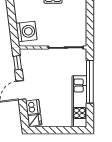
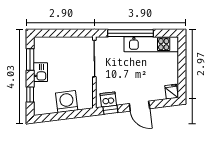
washing machine: (26, 32) -> (67, 102), moved
dishwasher: (33, 107) -> (108, 99), moved

